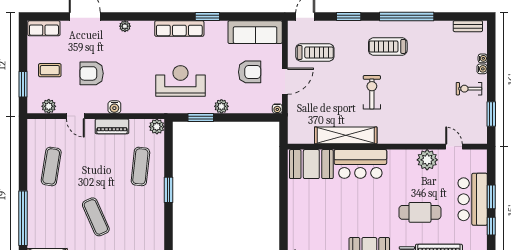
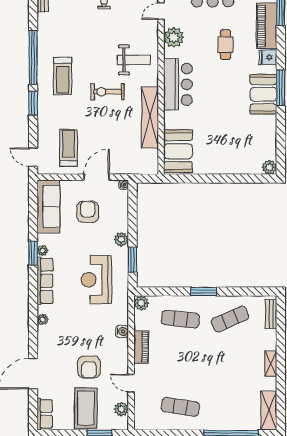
window: (349, 16) -> (33, 103), moved
plant: (125, 26) -> (43, 319), moved
plant: (210, 26) -> (42, 250), added
coffee table: (50, 70) -> (86, 408), width x1.86, depth x1.72
door: (285, 81) -> (97, 177), hinge flipped
water cooler: (114, 107) -> (122, 331), moved
door: (75, 116) -> (131, 383), swing flipped
weight bench: (404, 119) -> (134, 60), added
bar counter: (360, 164) -> (178, 84), moved
cafe table: (420, 212) -> (226, 45), width x0.73, depth x0.74
exercise mat: (96, 217) -> (230, 319), moved

